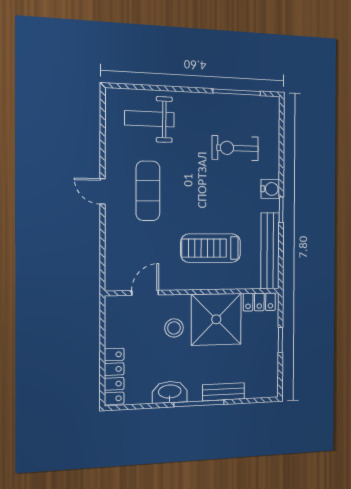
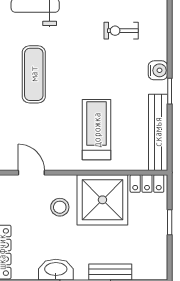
exercise bike: (235, 148) -> (121, 31), width x0.73, depth x0.72
treadmill: (211, 248) -> (97, 130), turned 90
door: (145, 293) -> (31, 173), hinge flipped

